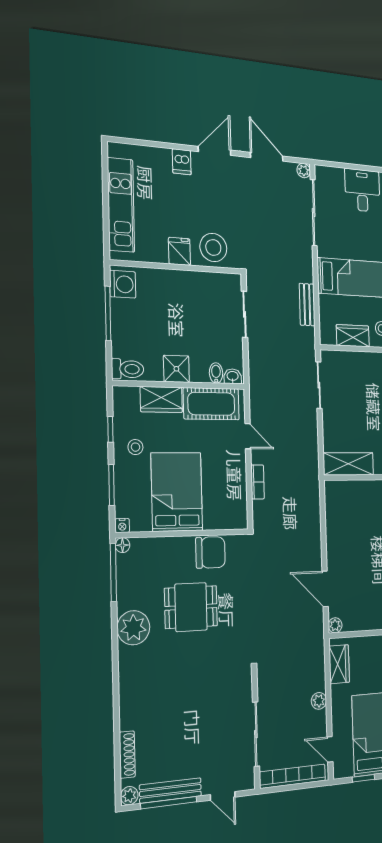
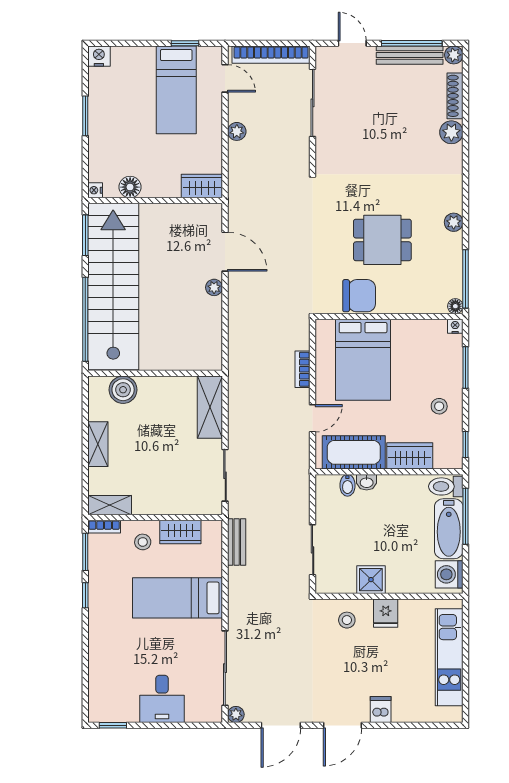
door: (267, 157) -> (281, 725), hinge flipped
stool: (213, 247) -> (347, 620), width x0.53, depth x0.53
bench: (307, 305) -> (237, 542), moved
window: (108, 313) -> (466, 516), moved
bathtub: (124, 328) -> (449, 529), added
shower: (176, 369) -> (371, 580), moved
washbasin: (233, 376) -> (367, 482), moved
window: (110, 429) -> (466, 444), moved
door: (248, 436) -> (313, 418), swing flipped
shelving: (348, 464) -> (210, 407), moved, turned 90
bed: (177, 492) -> (363, 360), moved
chair: (210, 552) -> (359, 296), turned 180
plant: (335, 625) -> (214, 287), moved
plant: (133, 628) -> (454, 222), width x0.53, depth x0.53
wardrobe: (339, 664) -> (202, 186), moved, turned 90
plant: (130, 718) -> (451, 132), added

